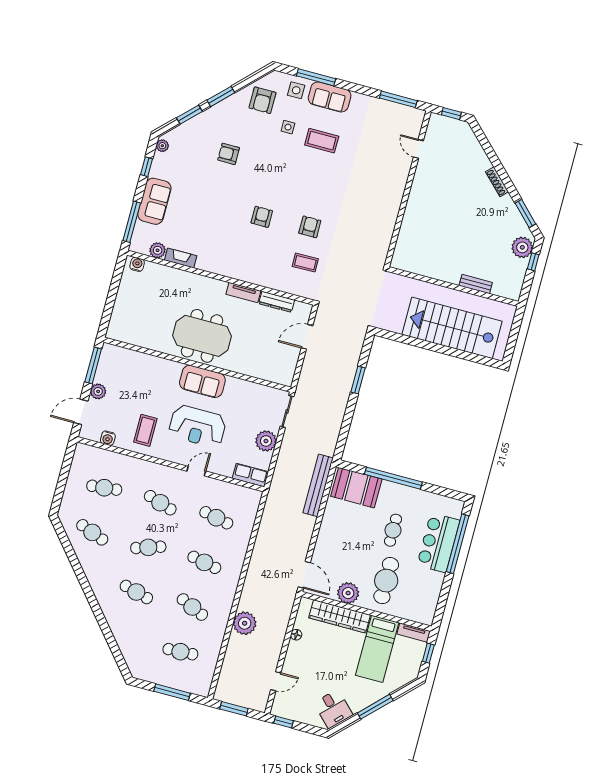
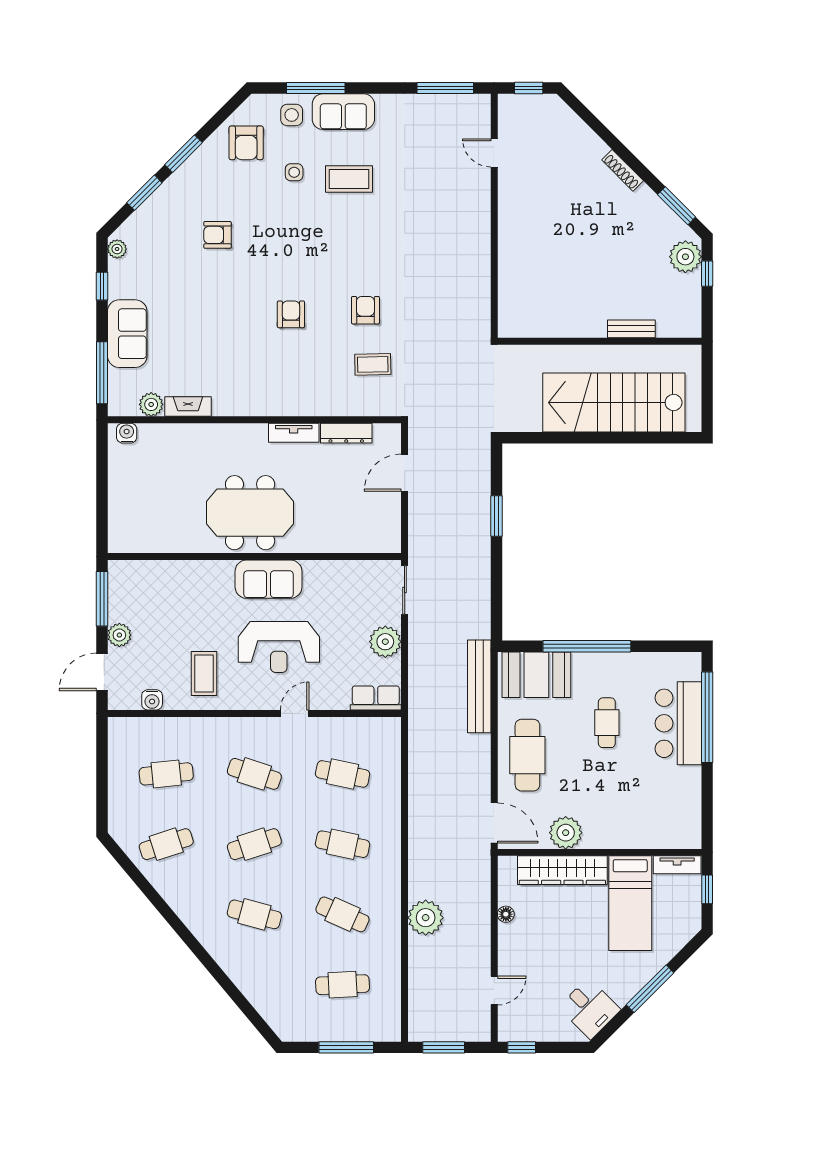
cafe table: (92, 532) -> (166, 844), turned -39
cafe table: (386, 581) -> (527, 755), moved

